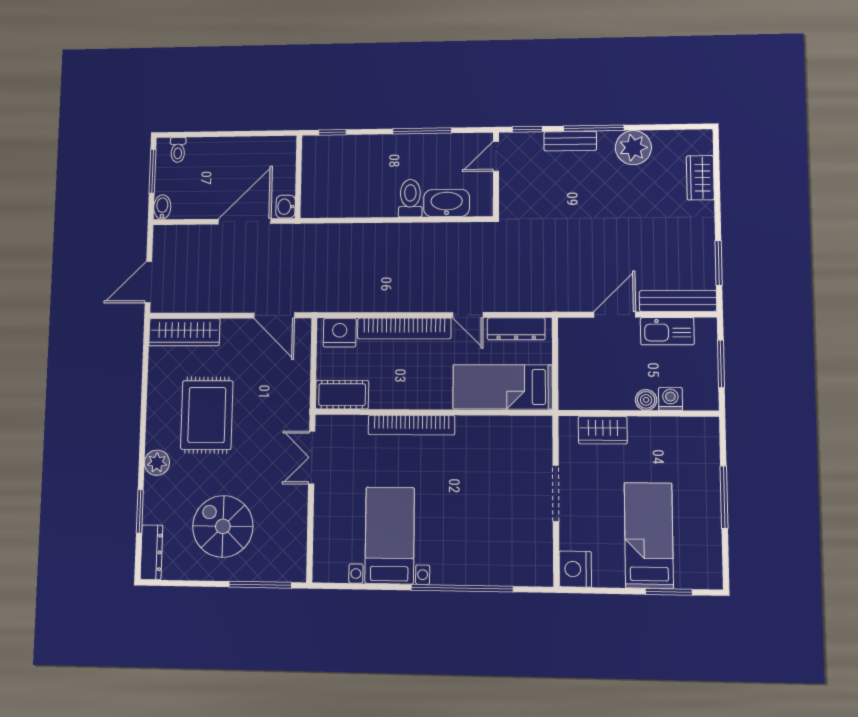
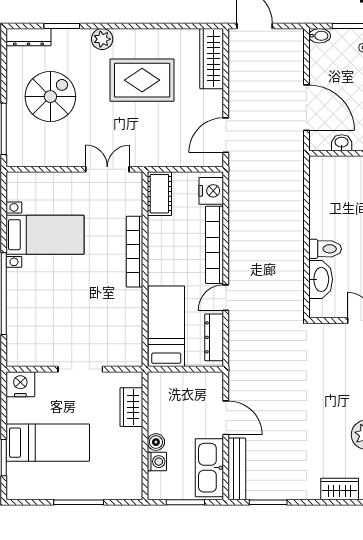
washbasin: (286, 207) -> (342, 143), moved
kitchen sink: (667, 331) -> (209, 468), width x1.36, depth x1.24

